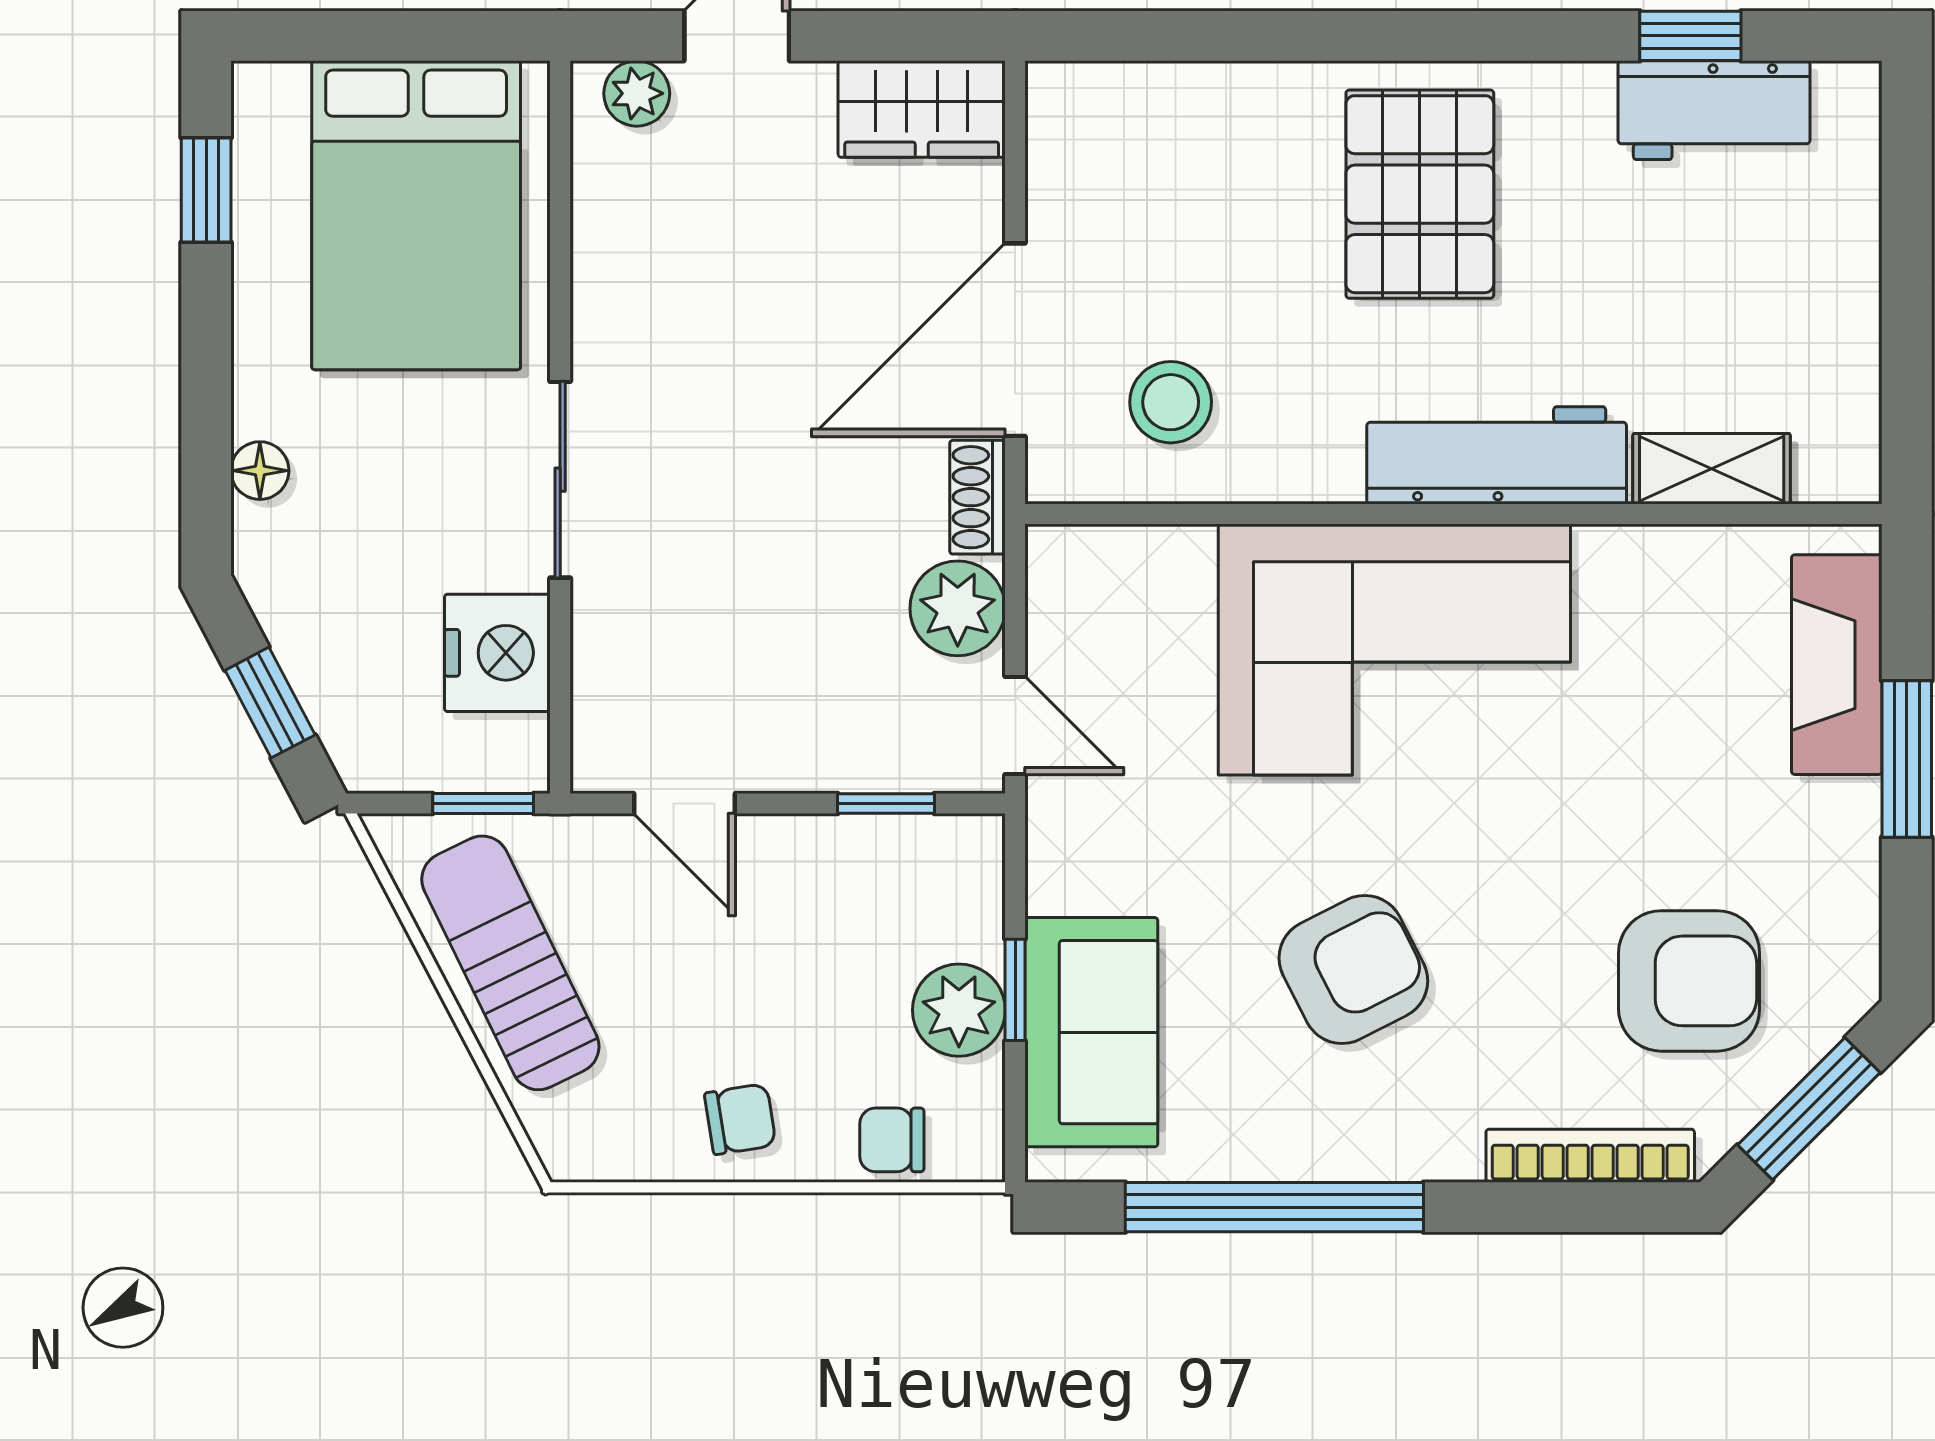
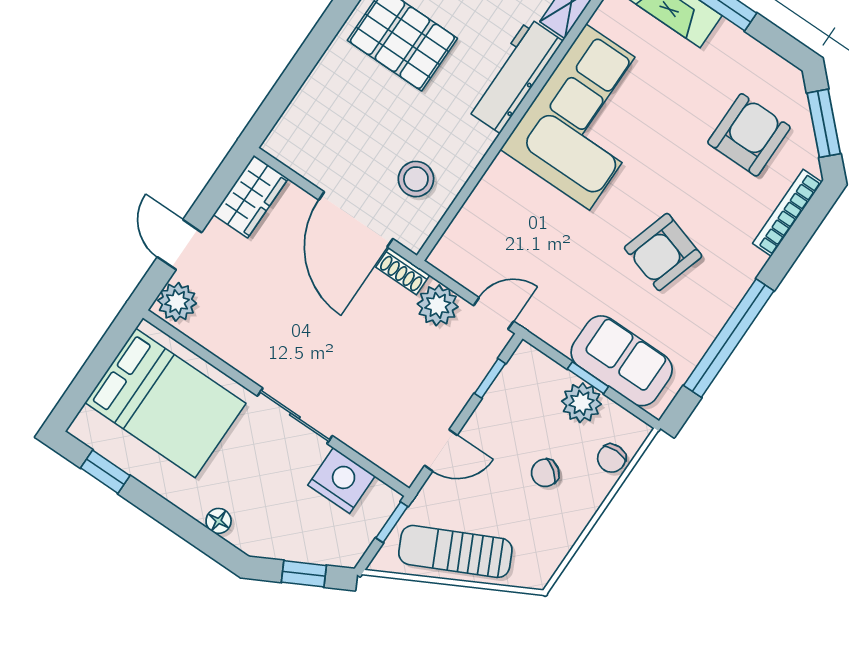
plant: (637, 93) -> (177, 302), width x1.38, depth x1.38
corner sofa: (1394, 649) -> (588, 117), moved
armchair: (1353, 969) -> (663, 252), turned -136
chair: (740, 1119) -> (545, 473), moved, turned -134

